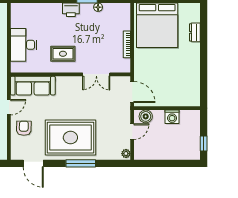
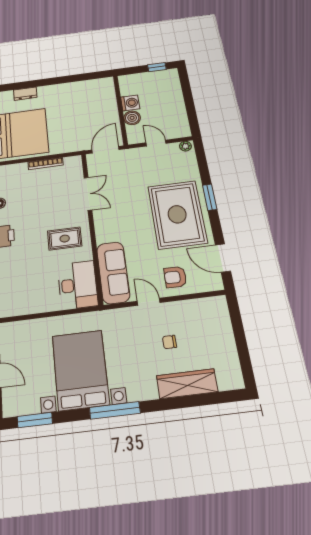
desk: (24, 45) -> (78, 285), moved, turned -90
rug: (63, 54) -> (65, 239), turned 90
boiler: (146, 116) -> (132, 118), moved
door: (33, 163) -> (223, 258), swing flipped
window: (81, 163) -> (210, 197), width x0.69

